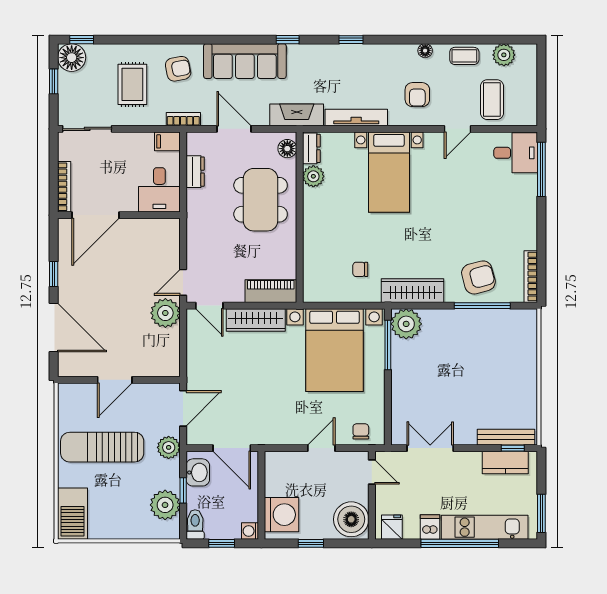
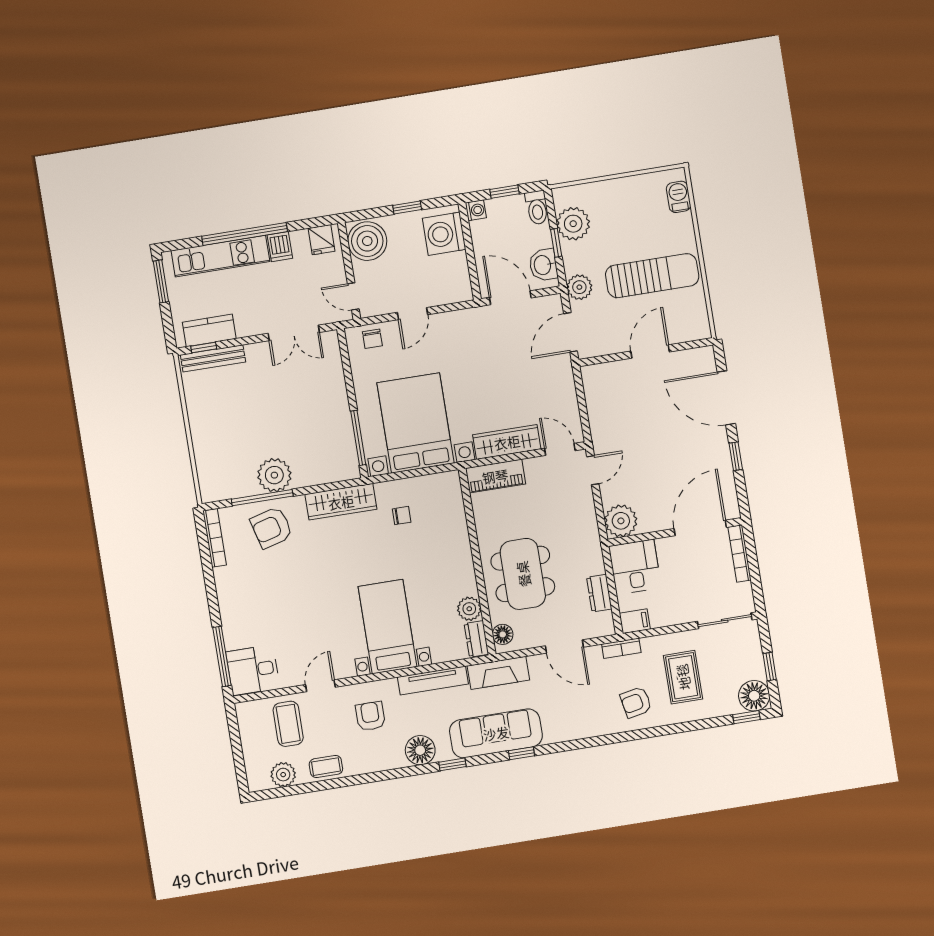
floor lamp: (425, 51) -> (420, 750), moved, width x1.89, depth x1.89
sofa: (245, 61) -> (496, 733), moved
plant: (165, 313) -> (621, 521), moved
plant: (406, 324) -> (274, 475), moved
barbecue: (72, 514) -> (679, 197), width x0.53, depth x0.65

